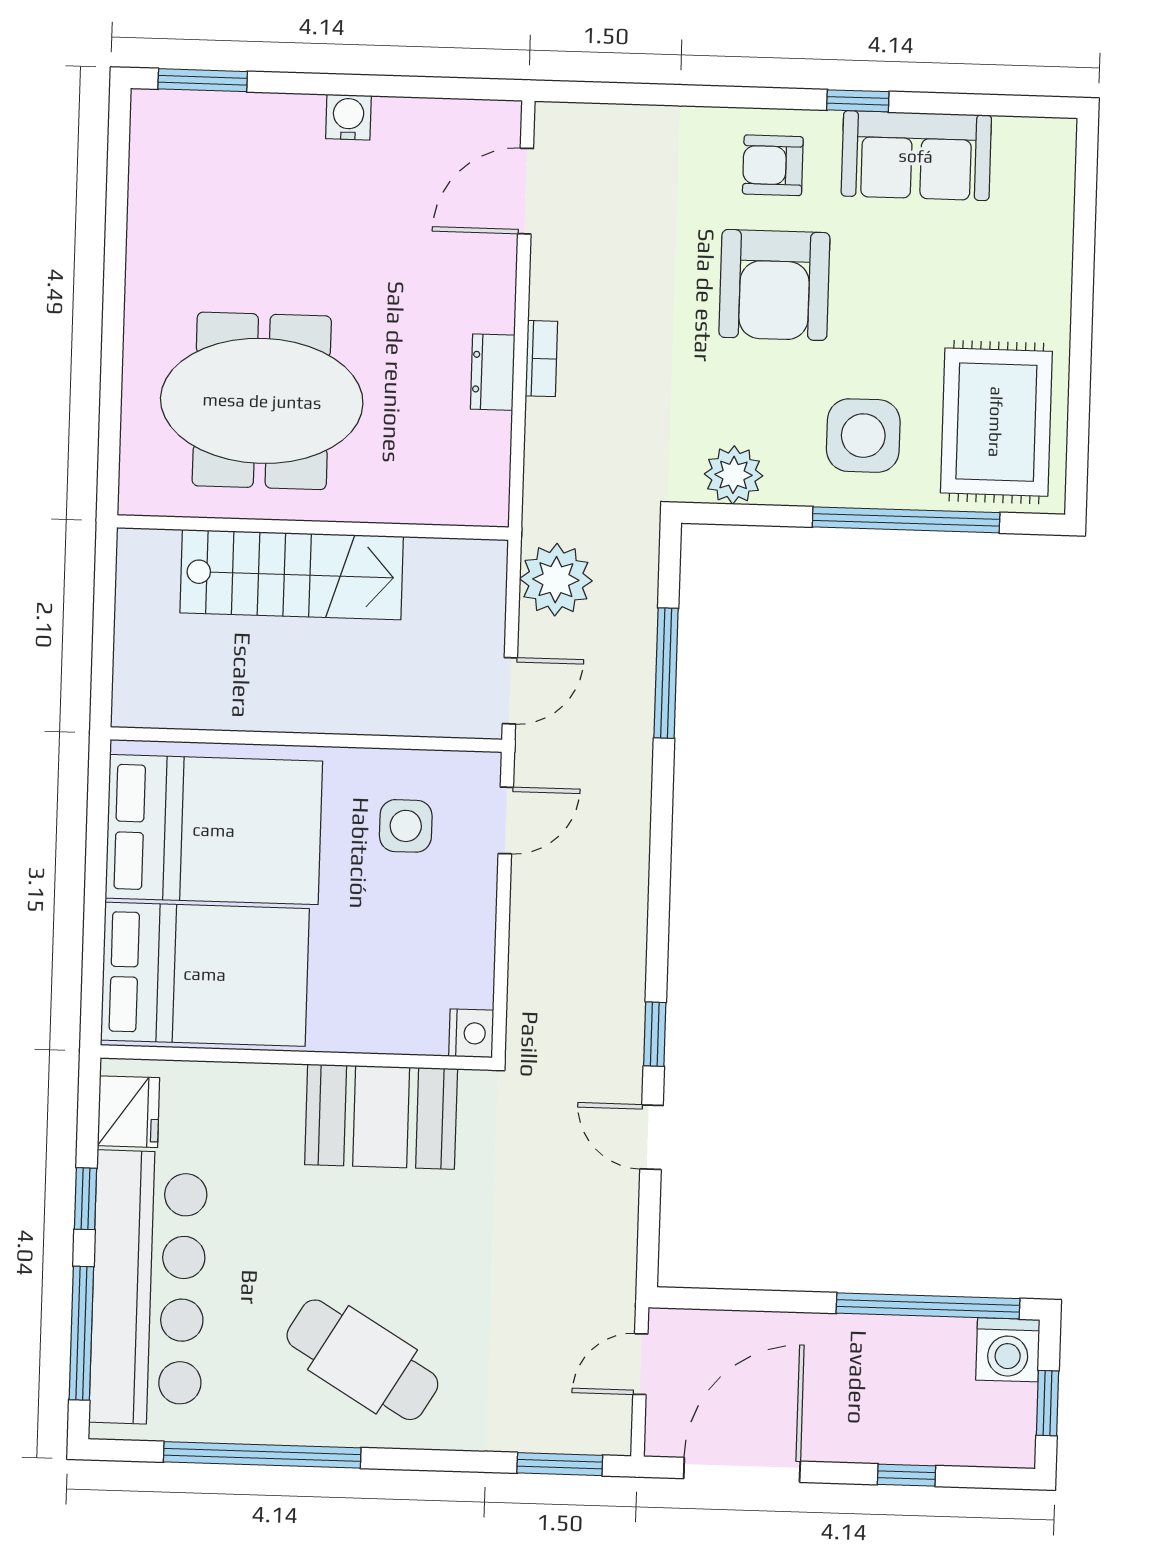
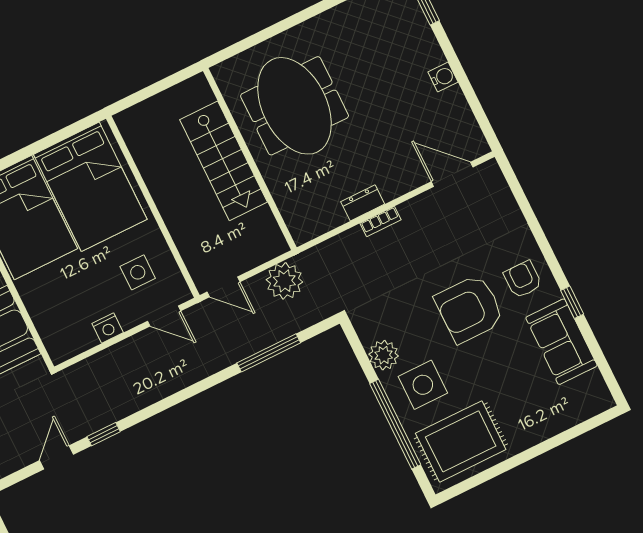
plant: (734, 475) -> (384, 355), moved
nightstand: (471, 1033) -> (108, 328), moved

